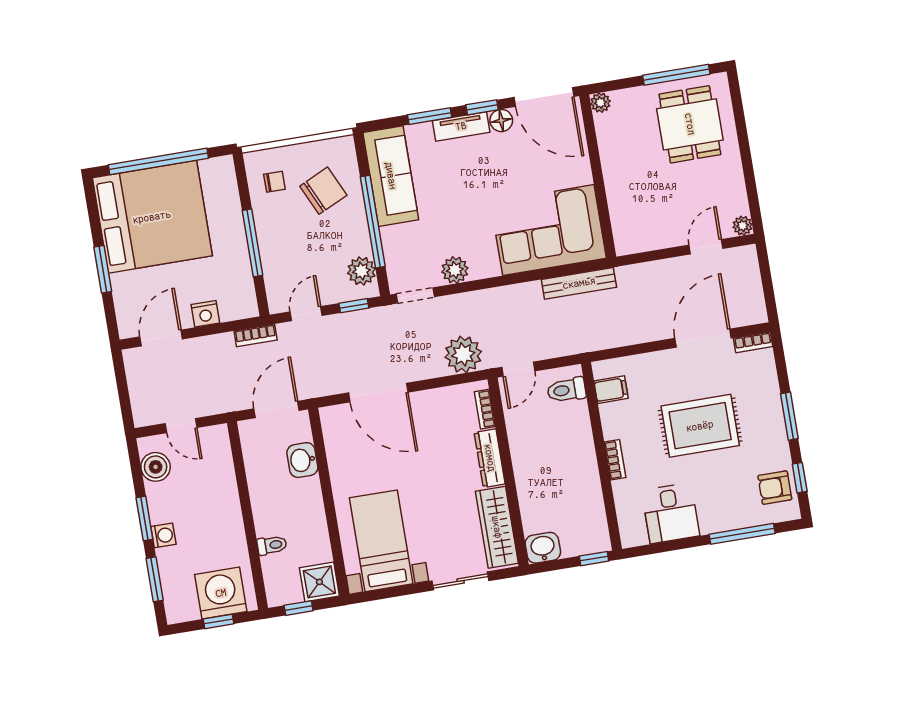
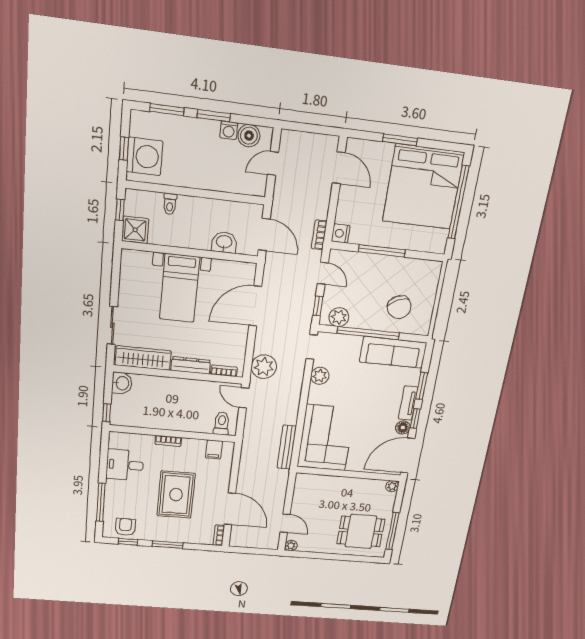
chair: (274, 182) -> (416, 277), removed
nightstand: (205, 314) -> (341, 233), moved
washing machine: (163, 535) -> (229, 130), moved
bed with nightstands: (381, 541) -> (180, 288), moved, turned 90

